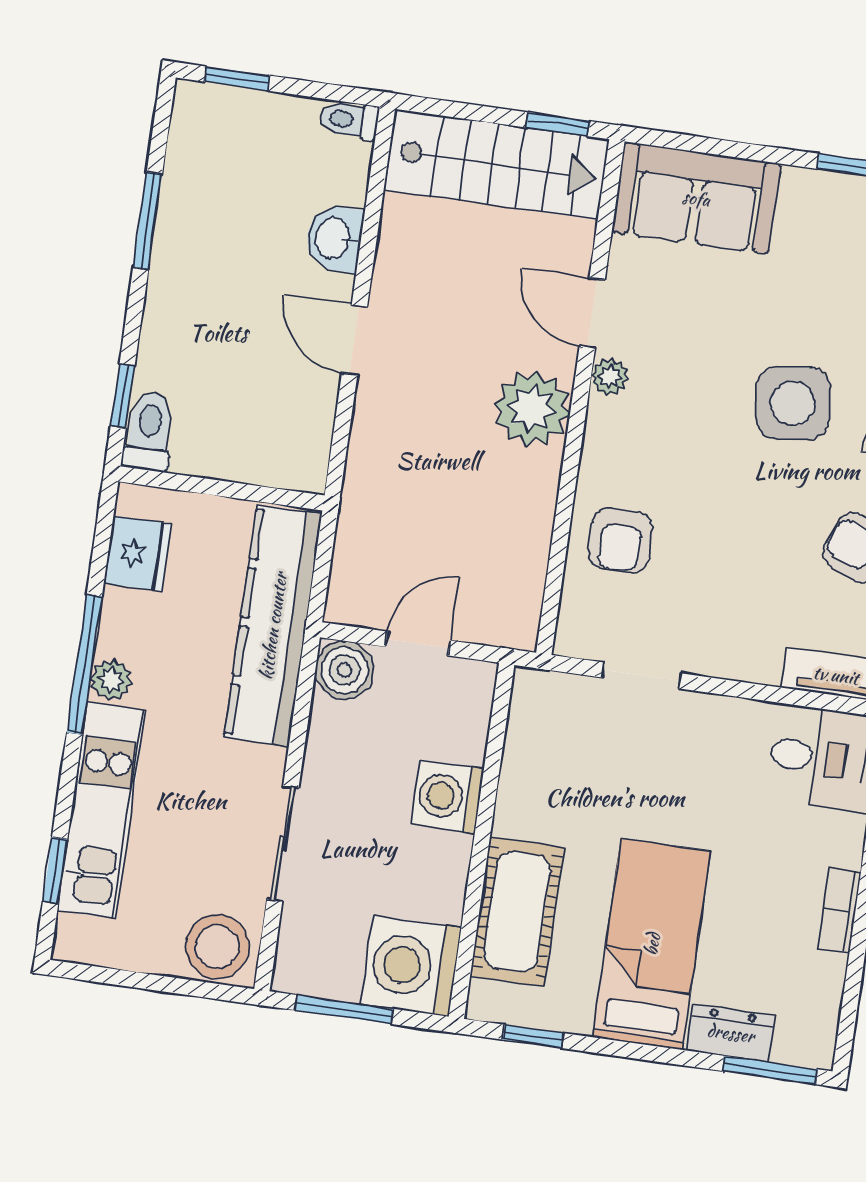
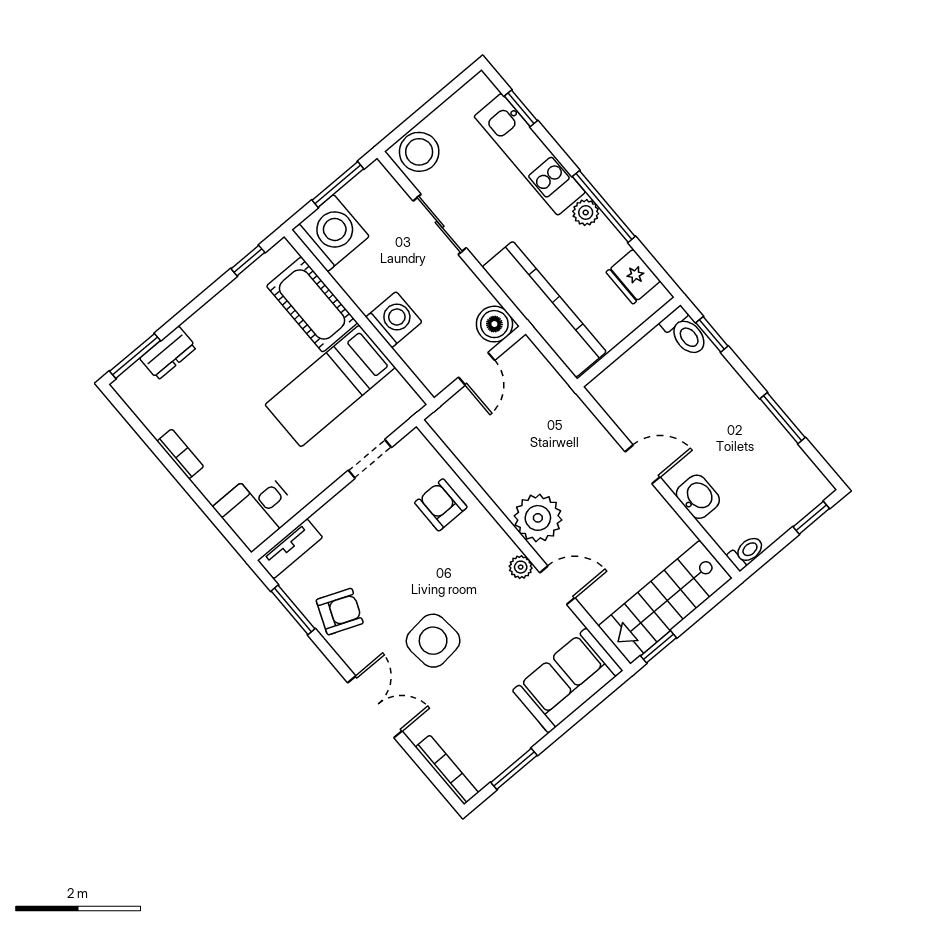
bed: (652, 944) -> (330, 386), moved, turned 90

